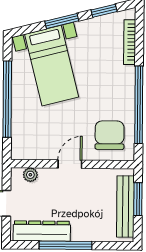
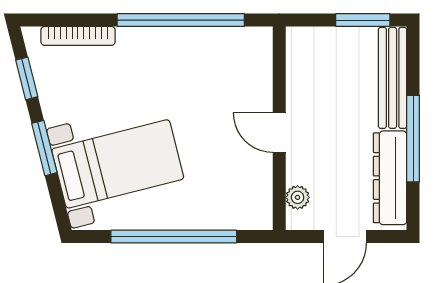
chair: (110, 135) -> (231, 68), removed
window: (138, 199) -> (363, 20), moved
bench: (125, 206) -> (393, 78), moved, turned 90

